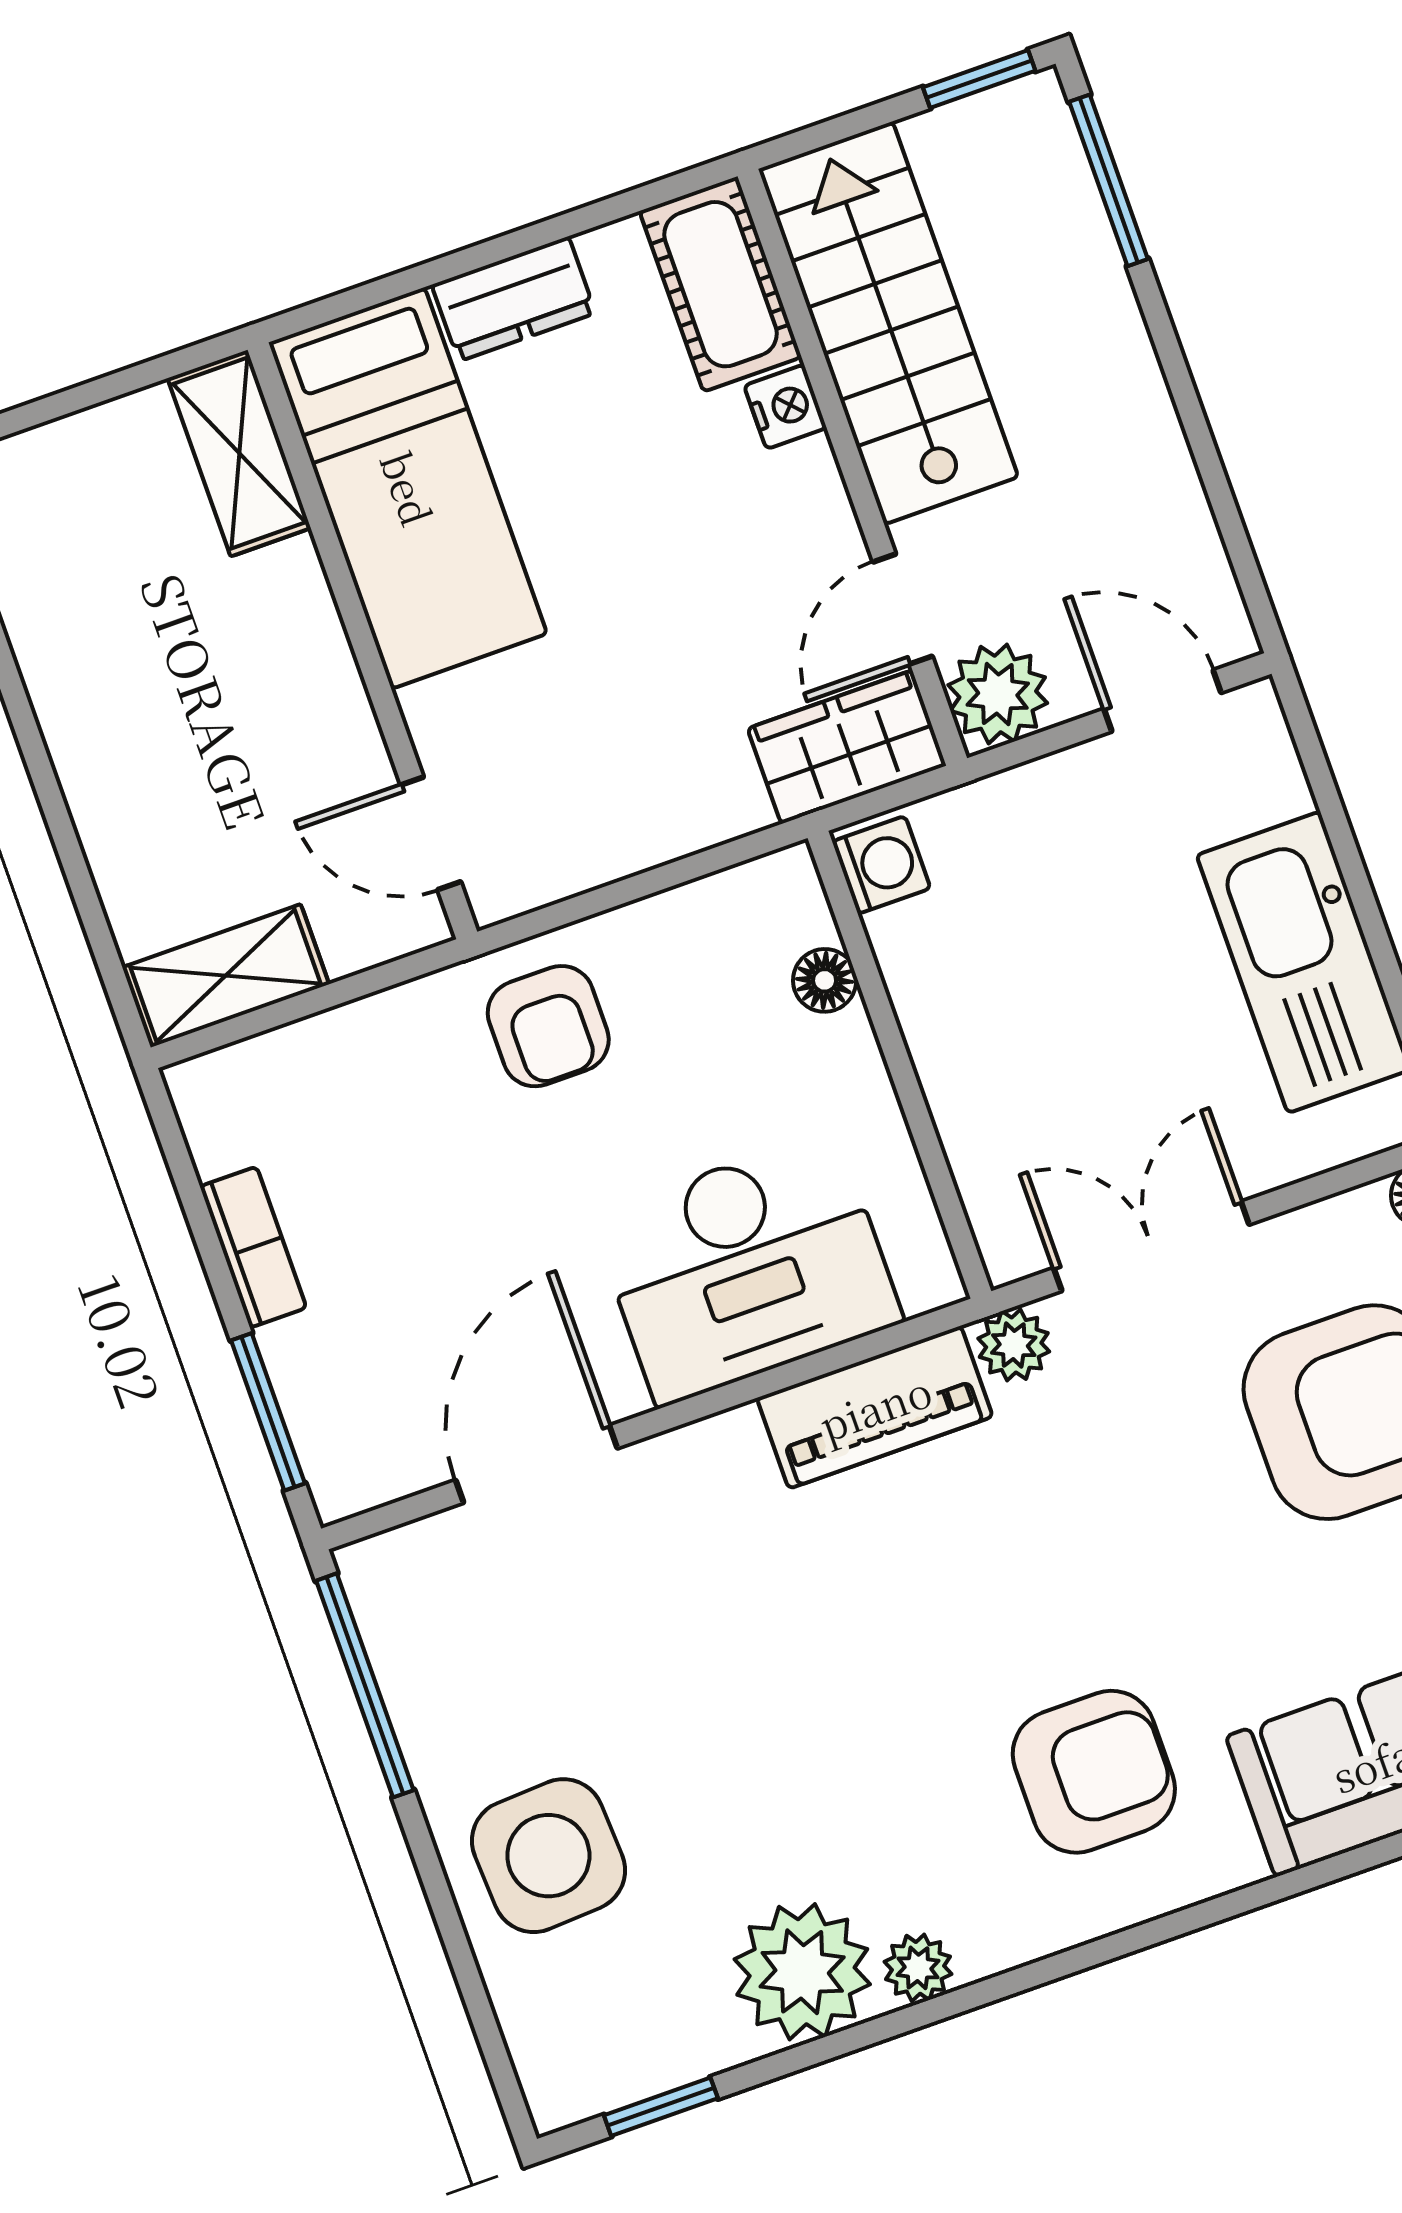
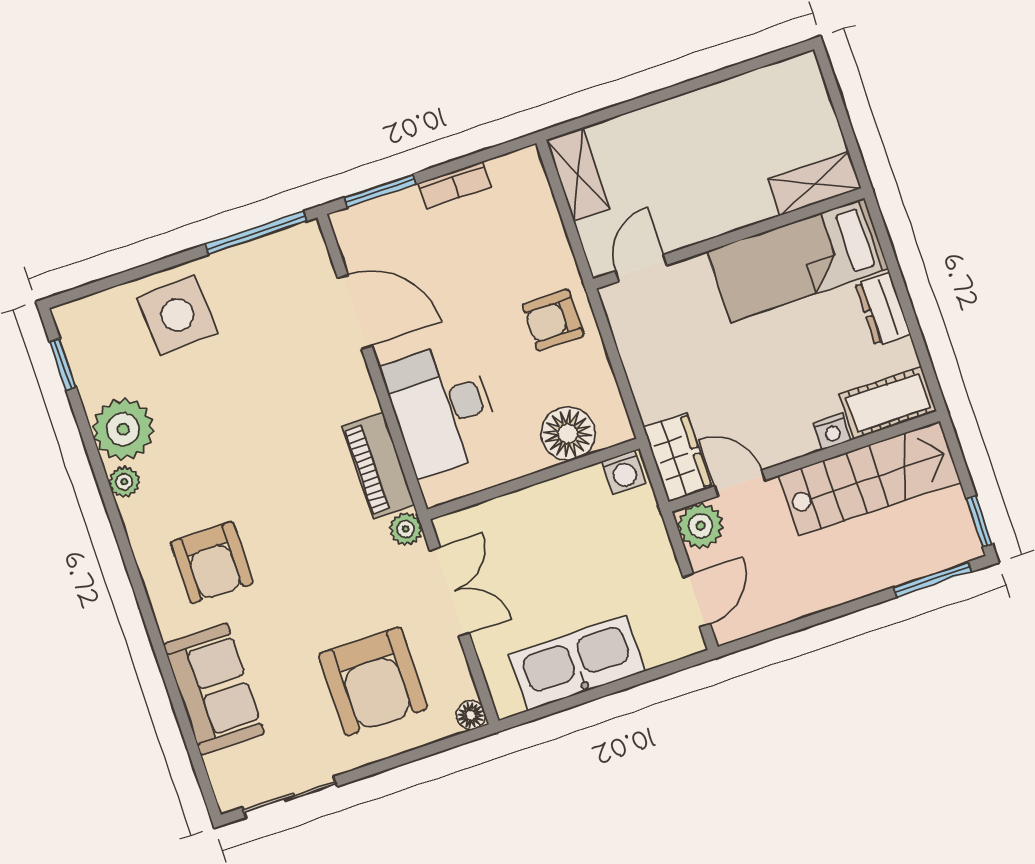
floor lamp: (825, 980) -> (568, 434), width x1.89, depth x1.89

